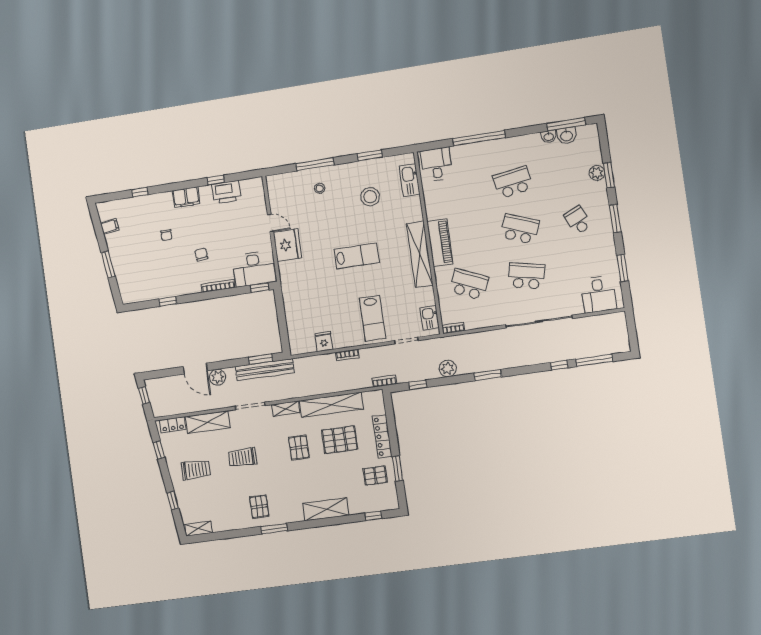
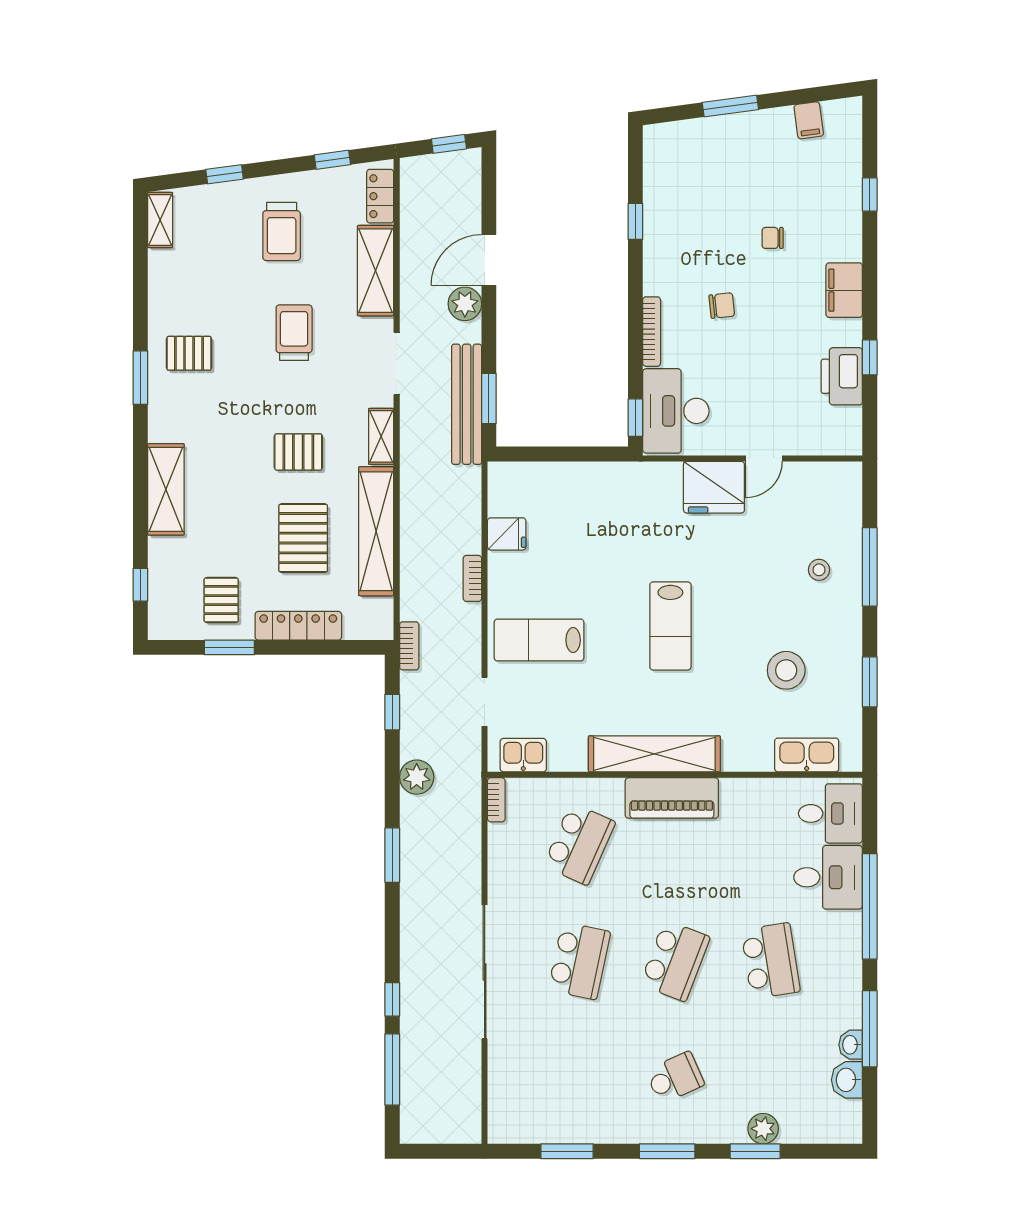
window: (566, 124) -> (870, 1029), moved
desk: (599, 294) -> (828, 877), moved, turned 180

